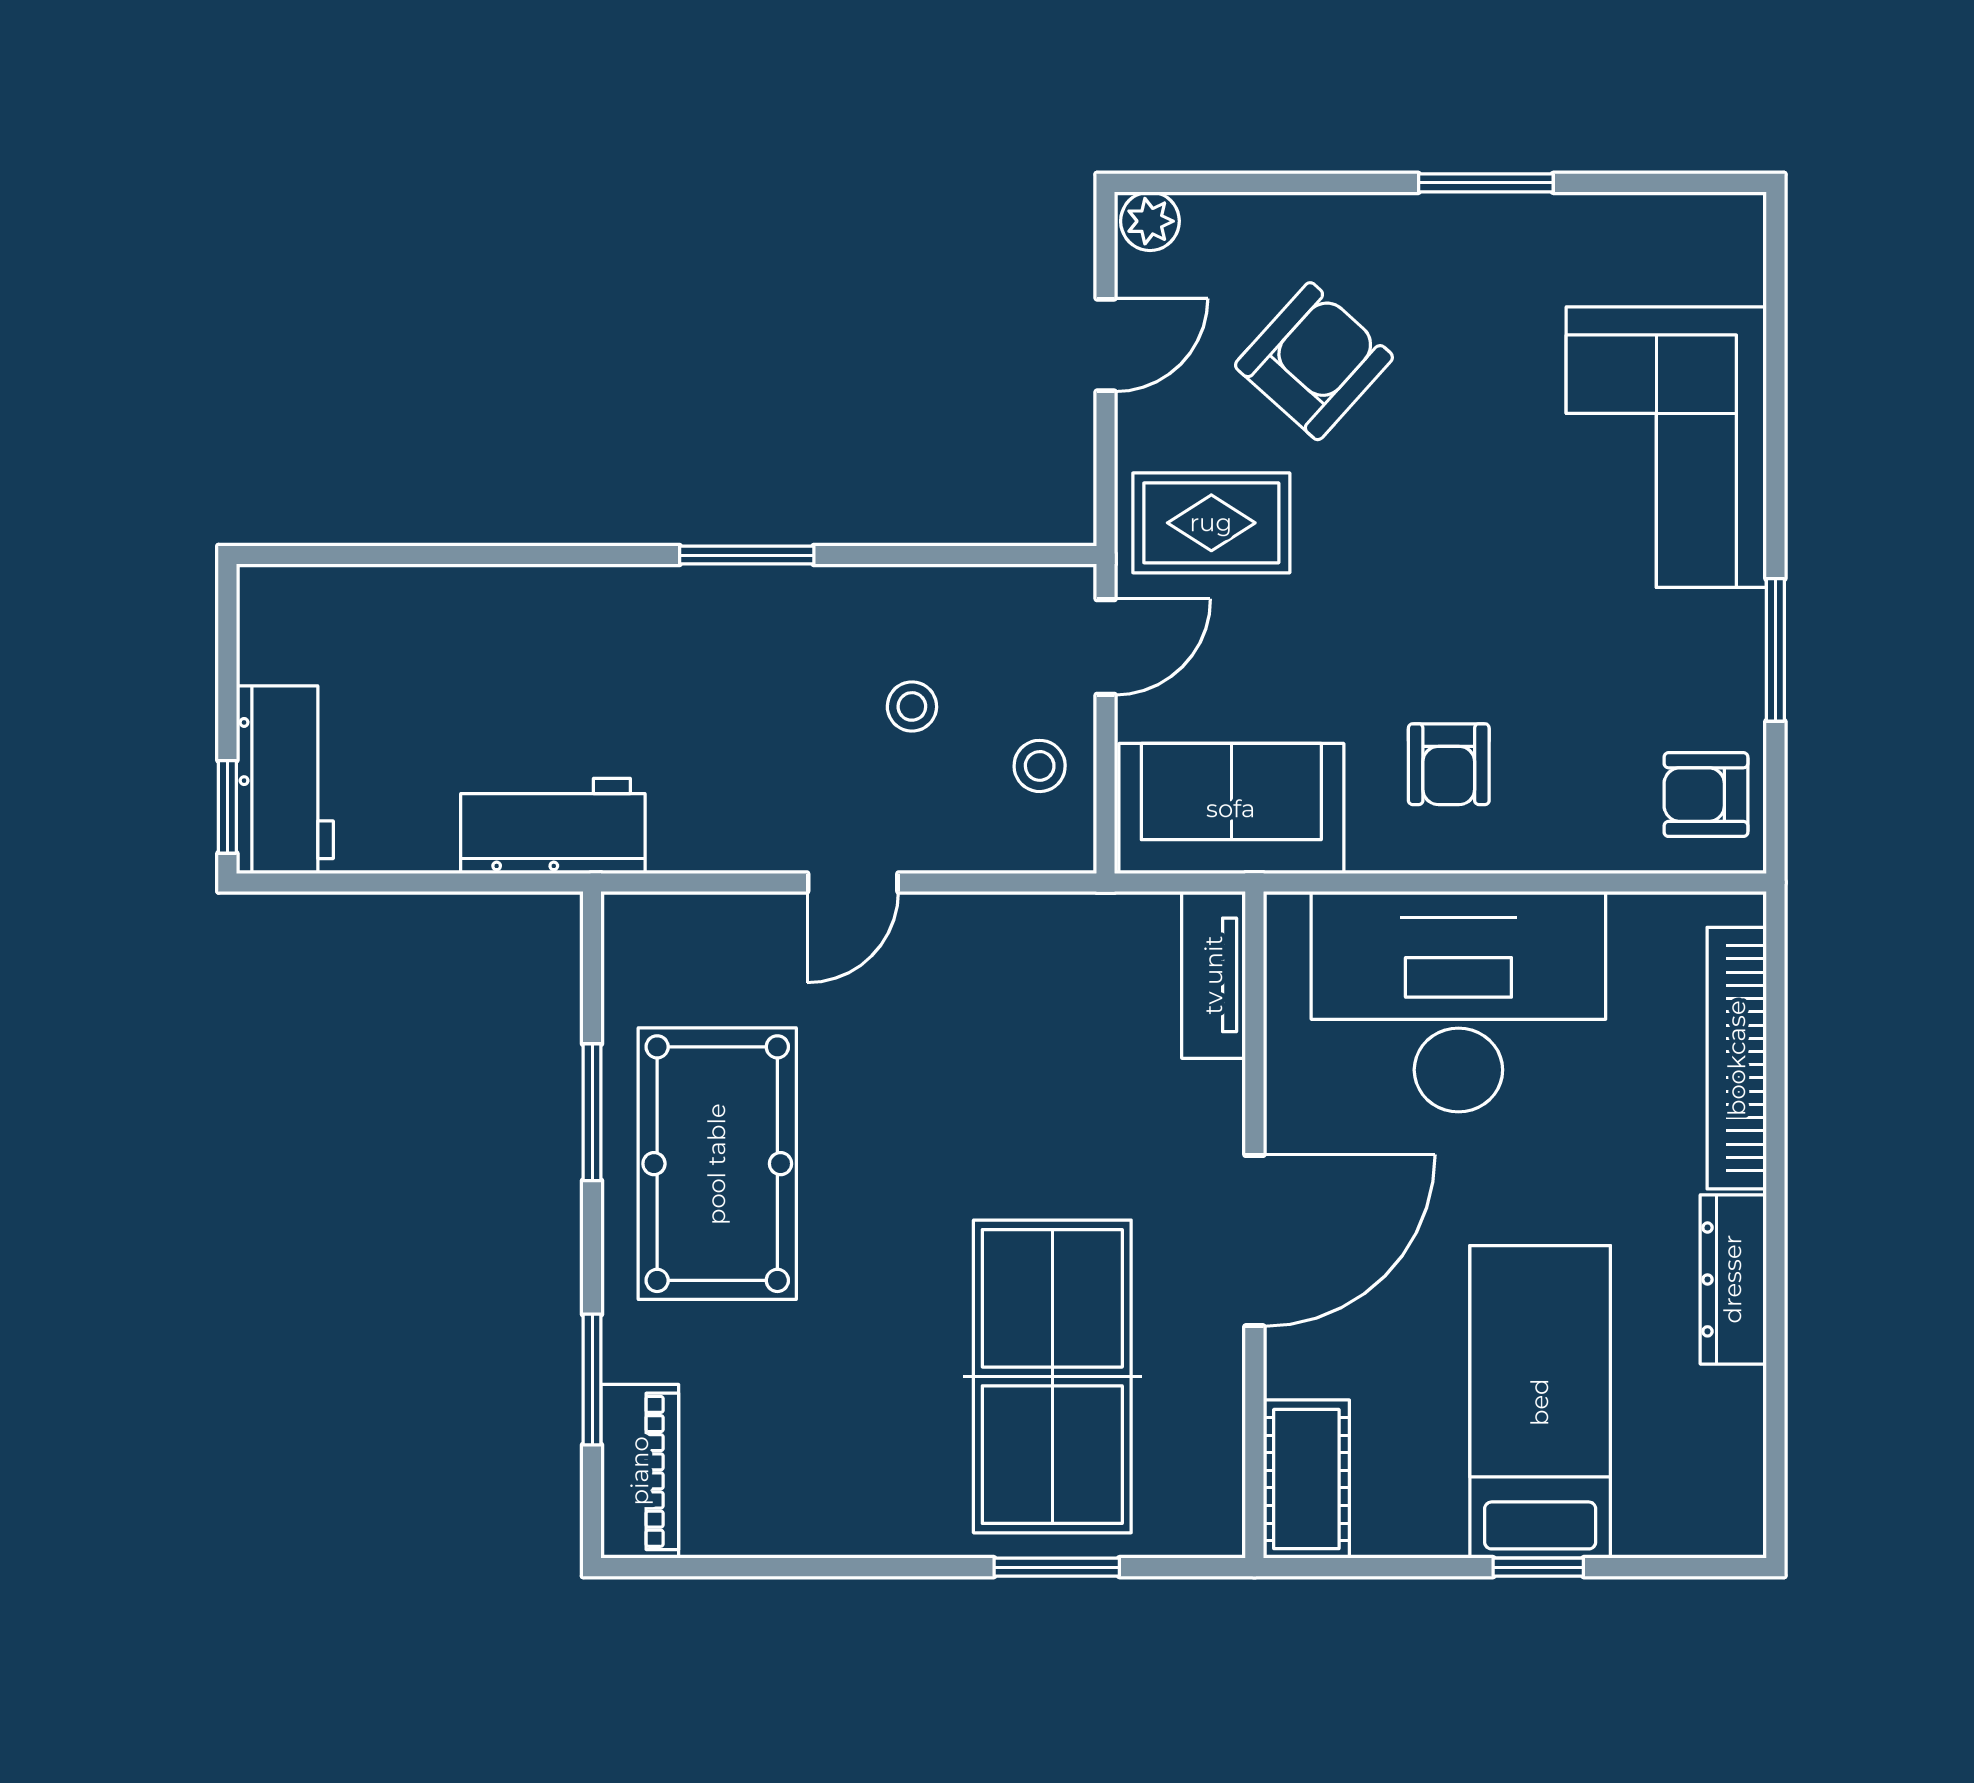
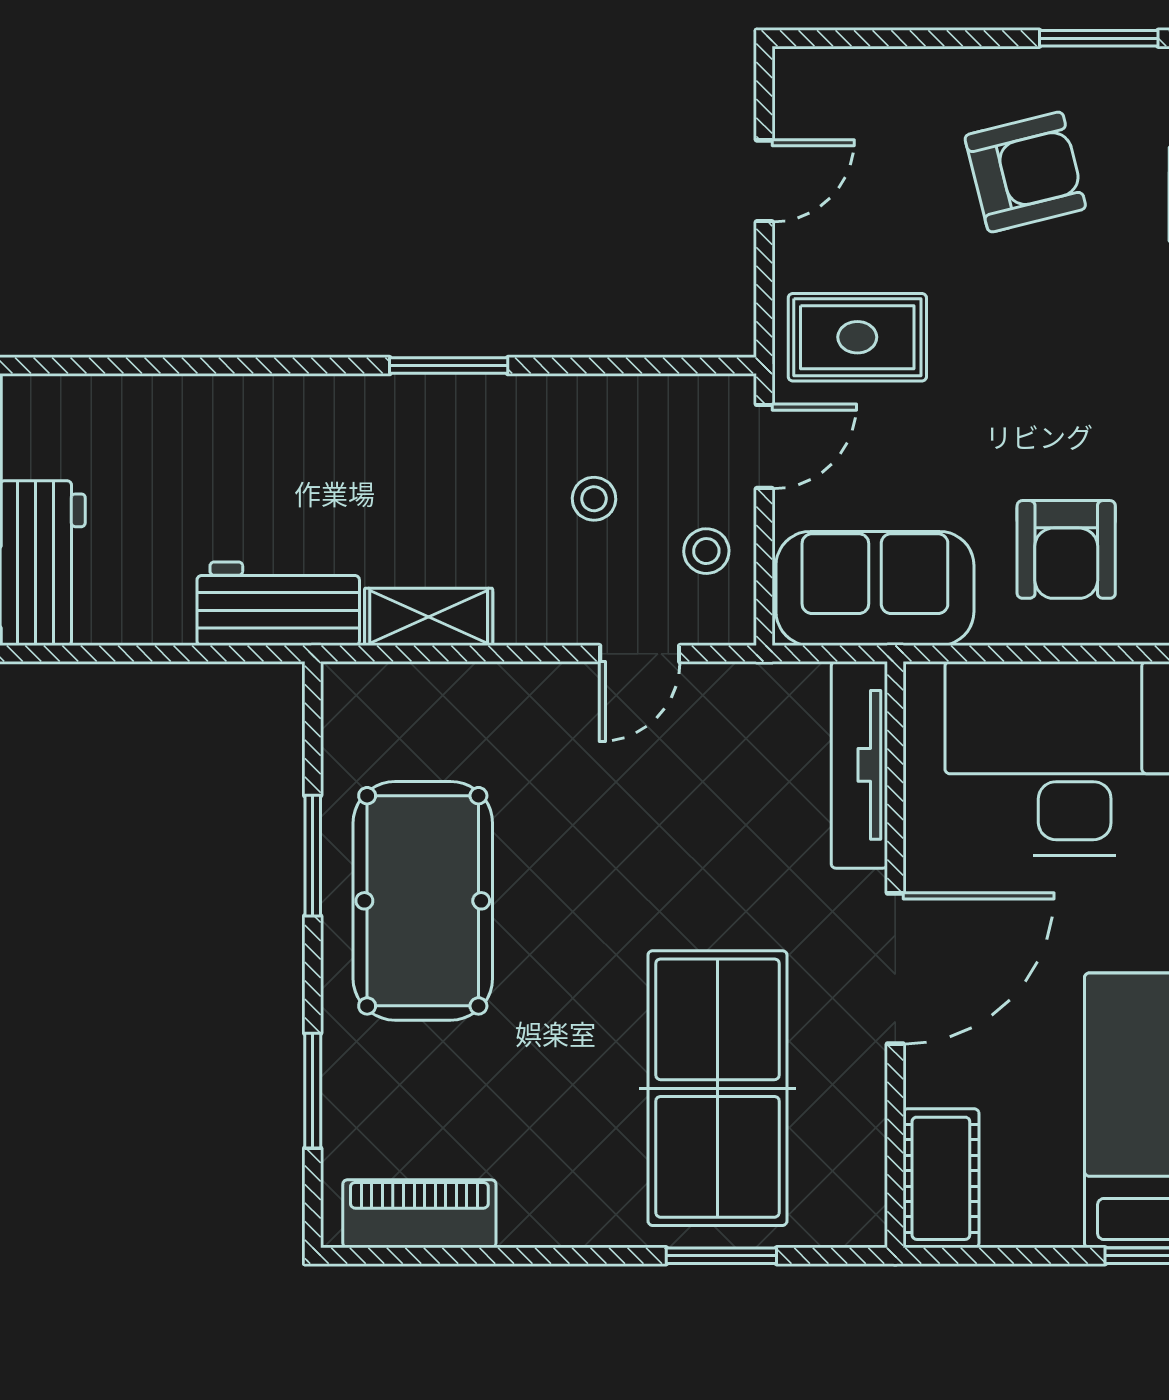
plant: (1150, 221) -> (803, 72), removed
armchair: (1314, 361) -> (1025, 172), moved, turned 34
armchair: (1449, 764) -> (1066, 549), width x1.38, depth x1.38
shelving: (724, 841) -> (429, 617), added
door: (853, 882) -> (640, 654), moved
tv unit: (1214, 975) -> (859, 765), width x1.41
piano: (640, 1471) -> (419, 1214), moved, turned -90

